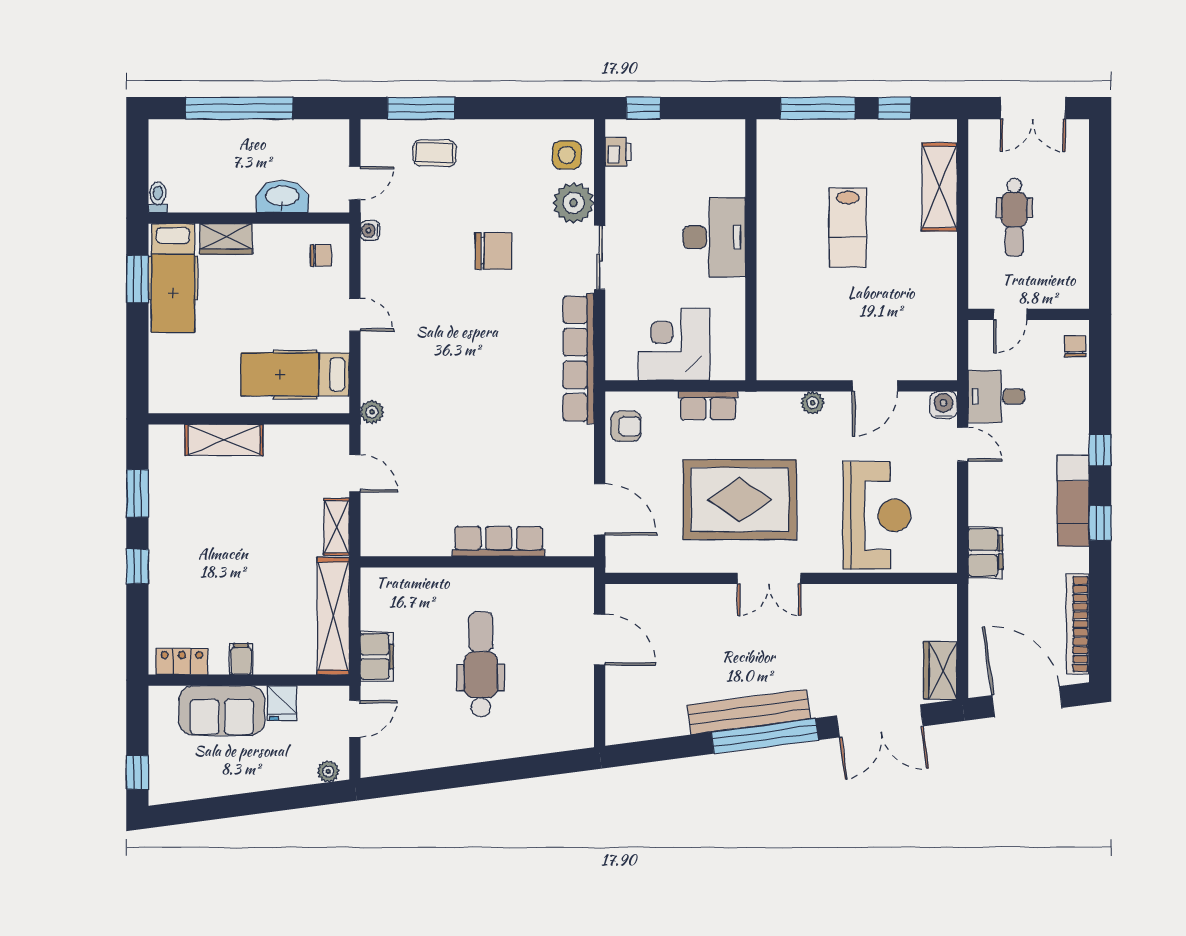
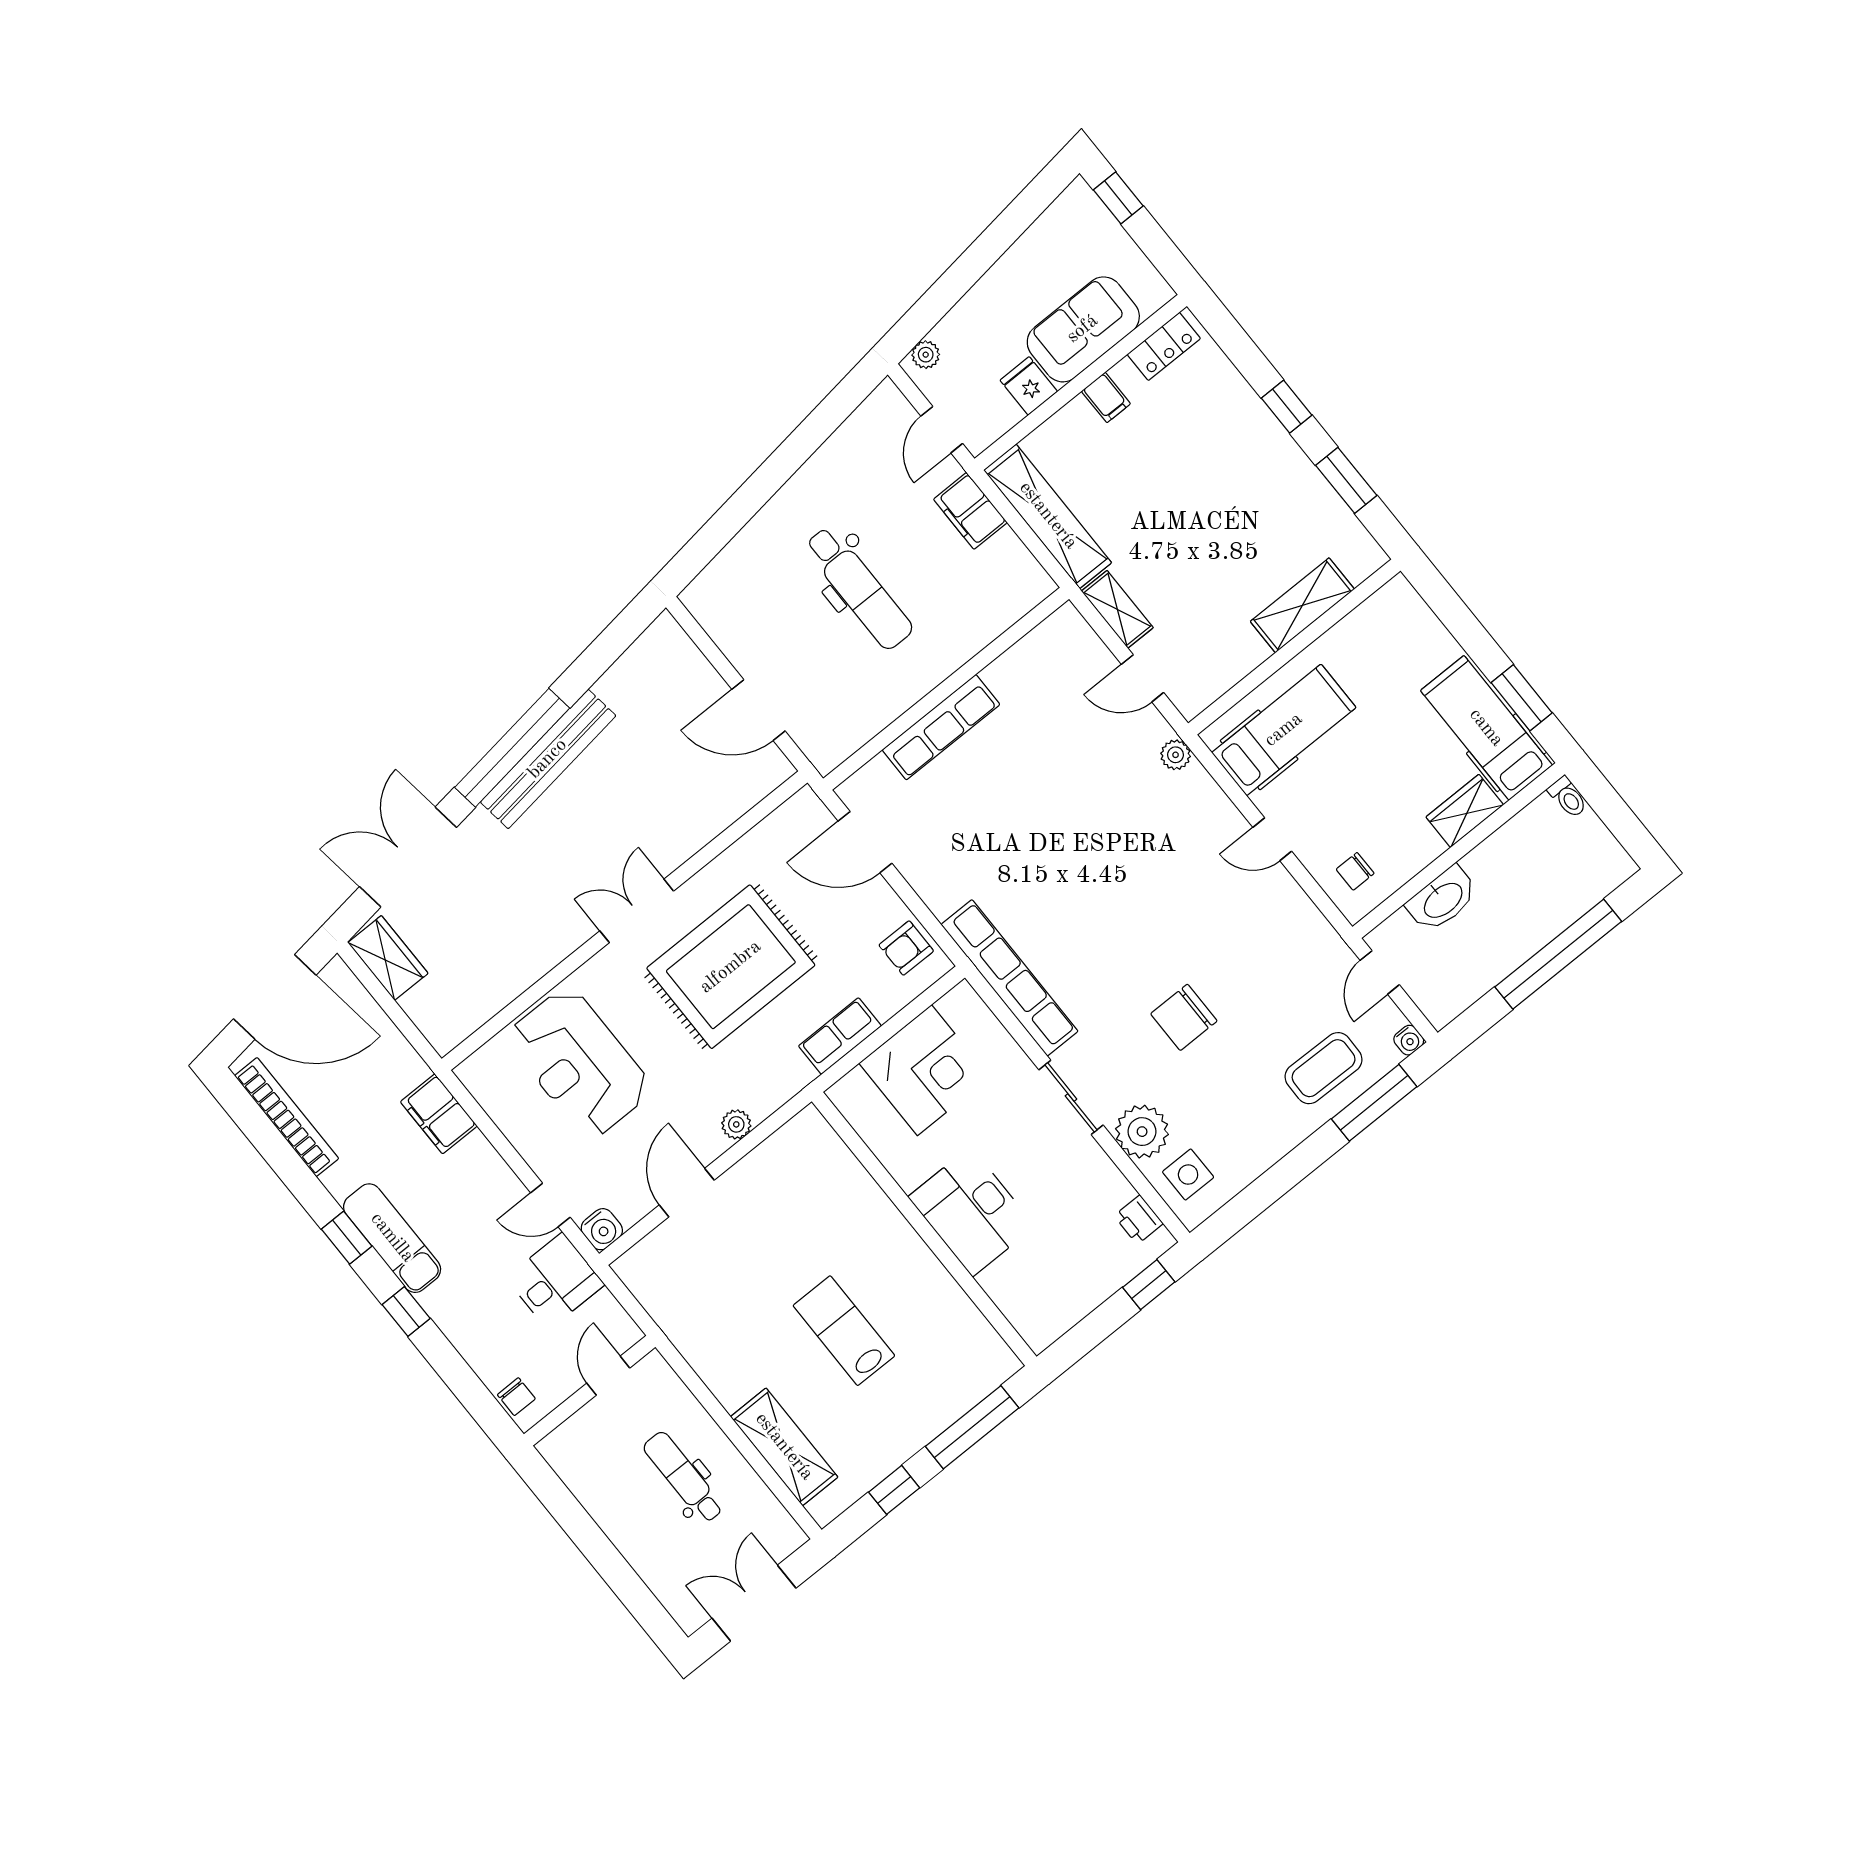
coffee table: (434, 153) -> (1324, 1068), width x1.36, depth x1.30
water cooler: (370, 230) -> (1409, 1040), moved, turned 90

